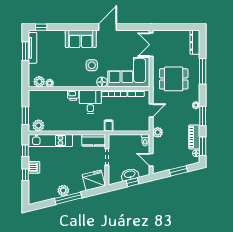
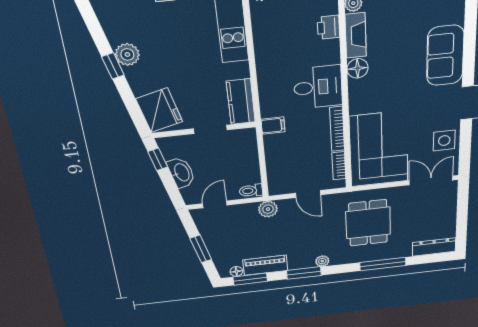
side table: (92, 65) -> (444, 141), moved
fireplace: (66, 82) -> (356, 35), added
floor lamp: (102, 82) -> (357, 68), moved
printer: (73, 95) -> (328, 27), moved
window: (132, 182) -> (158, 159), moved
window: (68, 198) -> (113, 66), width x0.46

